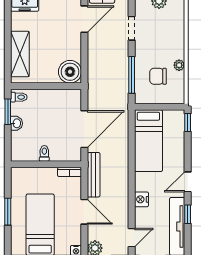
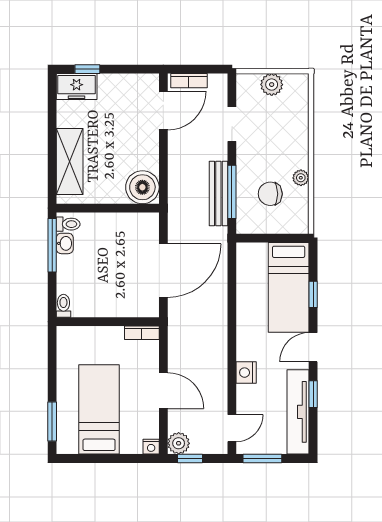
window: (8, 112) -> (52, 245), width x1.44
washbasin: (17, 123) -> (65, 243), moved
window: (188, 123) -> (313, 294), moved
bed: (148, 141) -> (289, 287), moved
toilet: (44, 153) -> (63, 306), moved
bench: (94, 175) -> (218, 194), moved
window: (8, 212) -> (52, 422), moved

